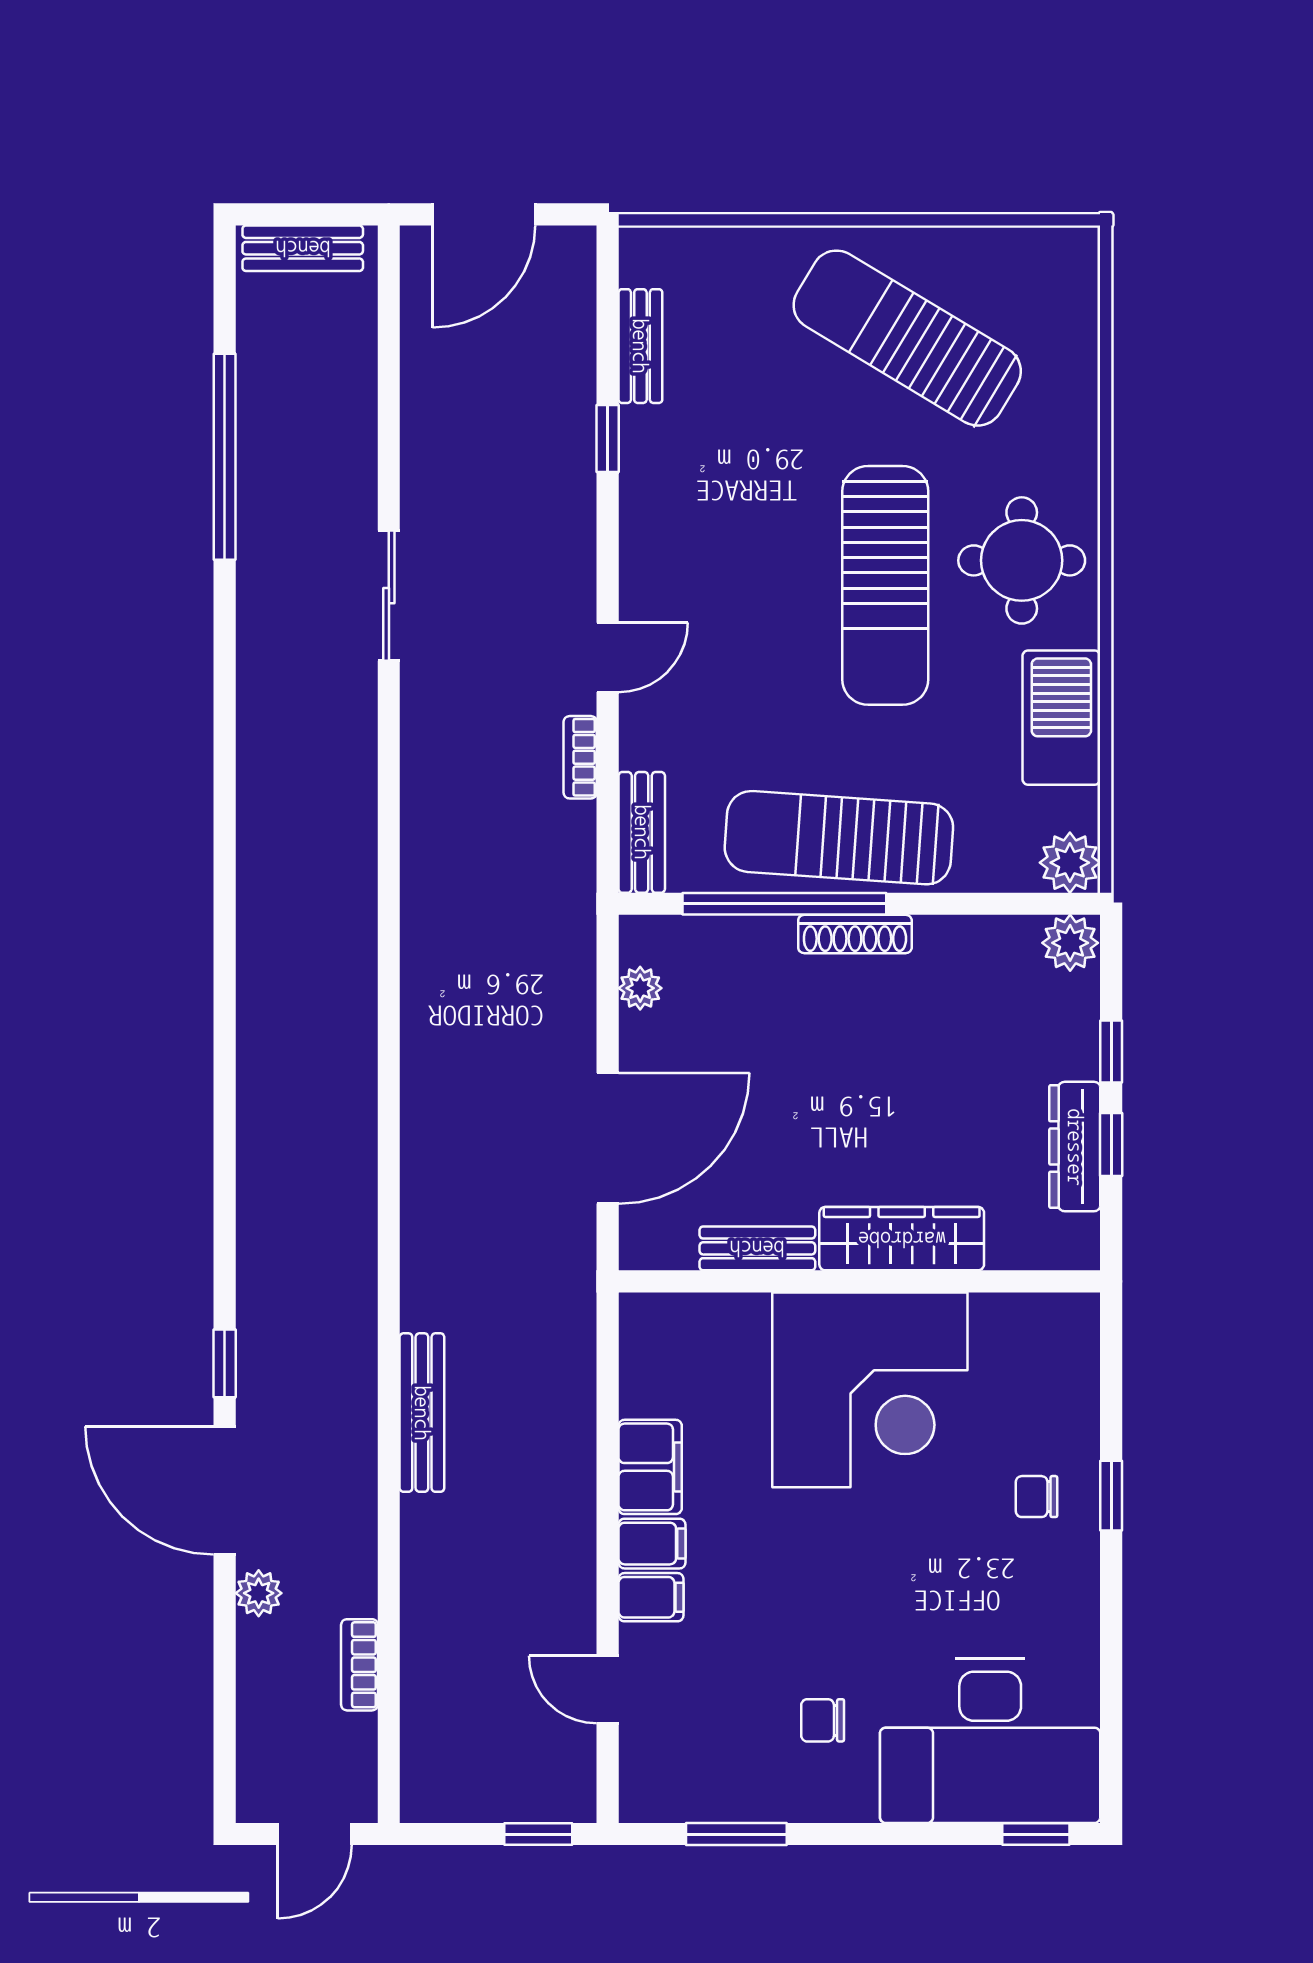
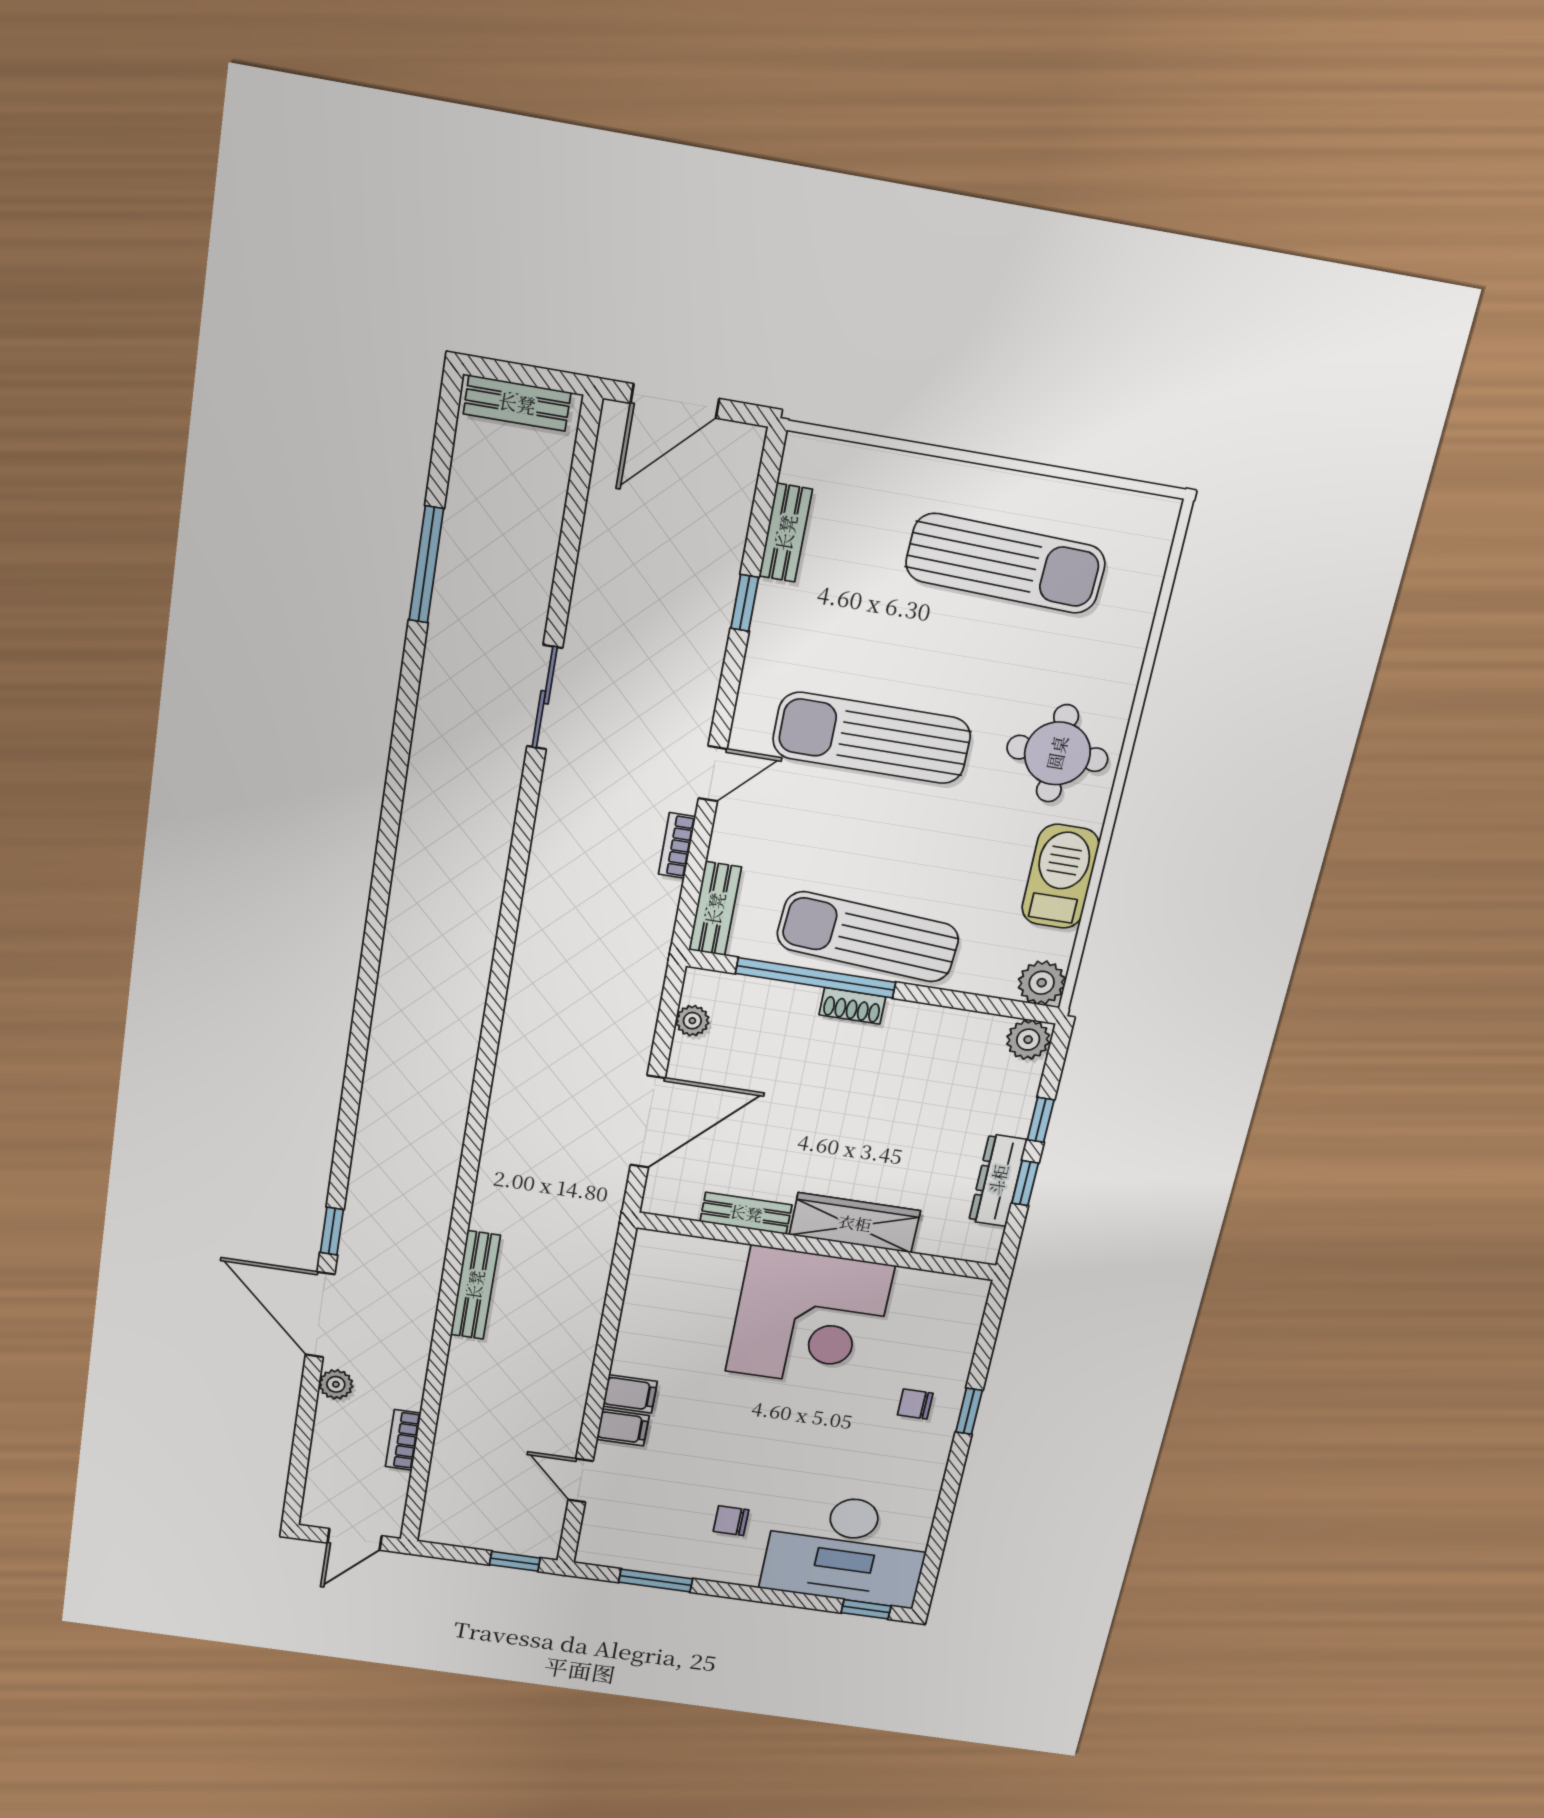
sun lounger: (907, 338) -> (1005, 563), turned 151
window: (225, 457) -> (426, 565), width x0.68
sun lounger: (885, 585) -> (872, 738), moved, turned 90
shoe rack: (855, 934) -> (852, 1006), width x0.70
filing cabinet: (650, 1467) -> (638, 1345), removed

